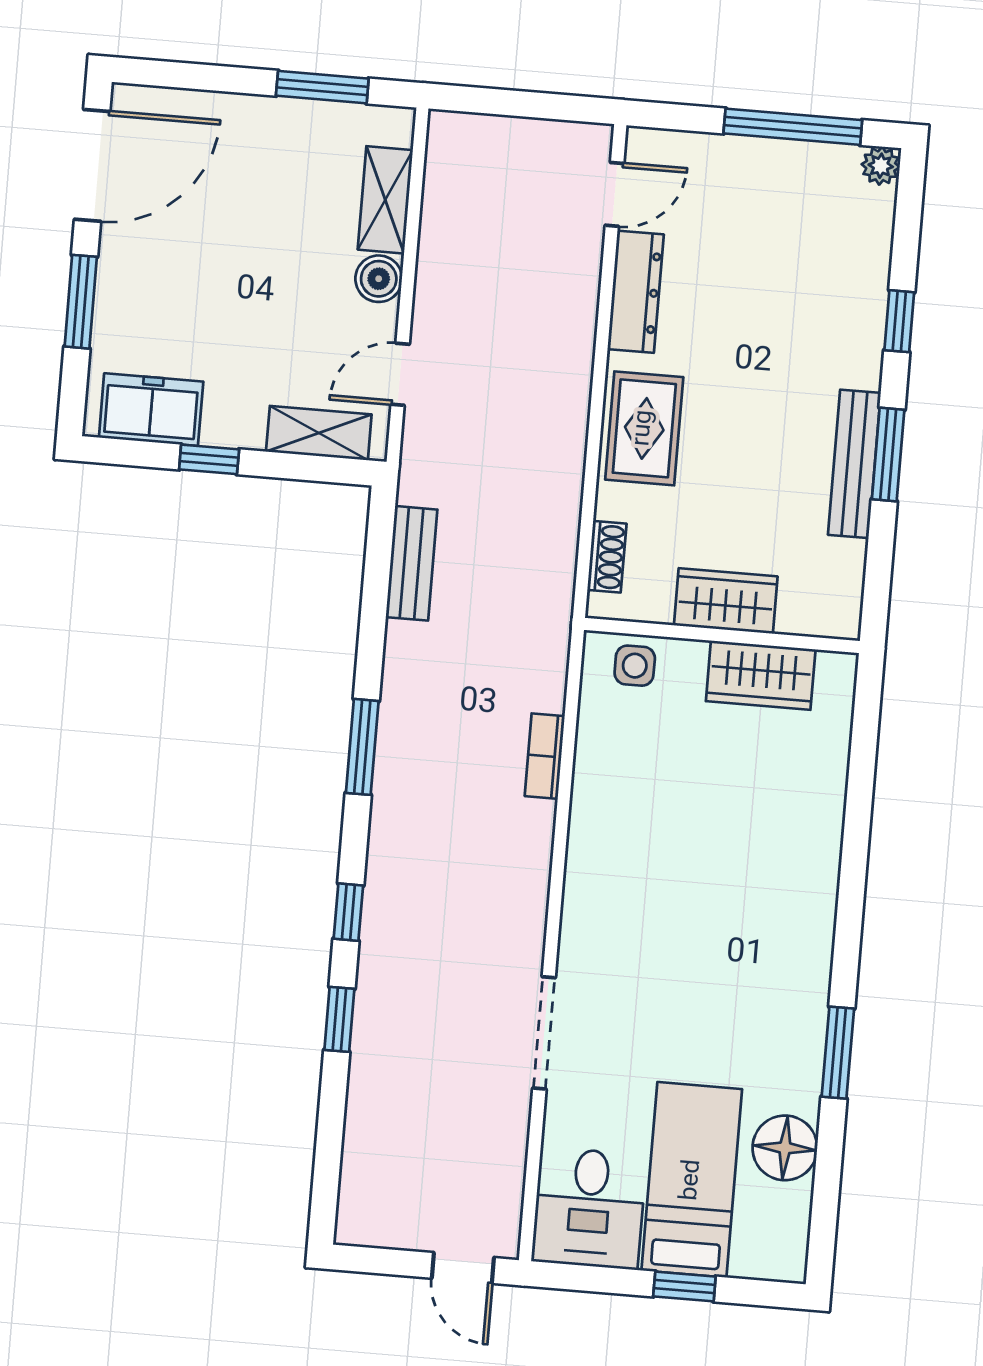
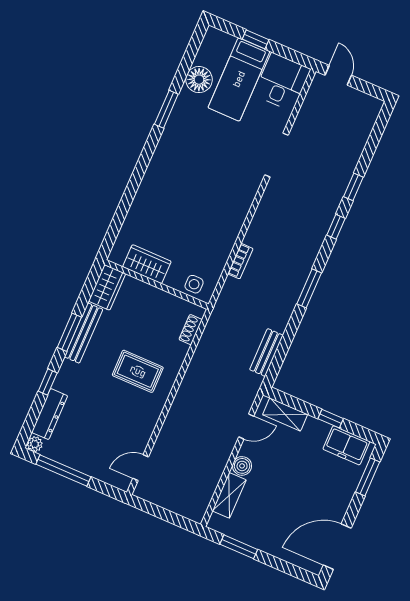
dresser: (636, 292) -> (50, 414), moved, turned 180
window: (81, 302) -> (368, 477), moved
rug: (644, 428) -> (138, 371), moved, turned 90
wardrobe: (726, 601) -> (107, 287), moved, turned -90

